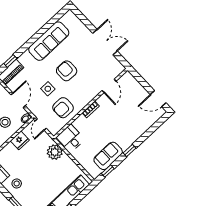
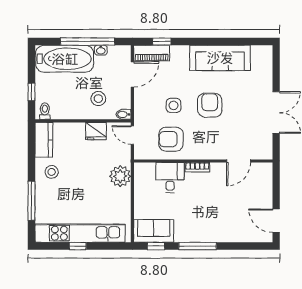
door: (18, 100) -> (132, 74), moved
door: (41, 125) -> (132, 135), hinge flipped
desk: (71, 138) -> (170, 178), moved
window: (130, 151) -> (198, 246), width x2.17
sofa: (108, 156) -> (154, 231), moved

